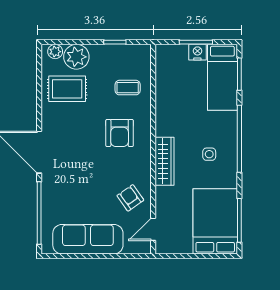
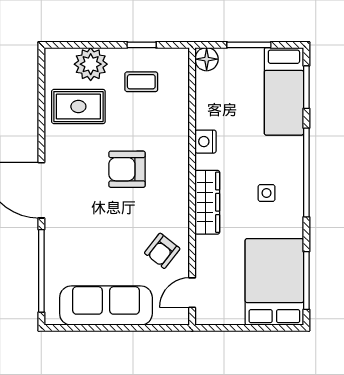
plant: (55, 52) -> (63, 57), removed
nightstand: (197, 52) -> (206, 142), moved, turned -90
floor lamp: (164, 53) -> (207, 59), added
coffee table: (128, 88) -> (141, 82), moved
armchair: (120, 133) -> (127, 169), moved, turned 90
armchair: (130, 198) -> (162, 251), turned -107

